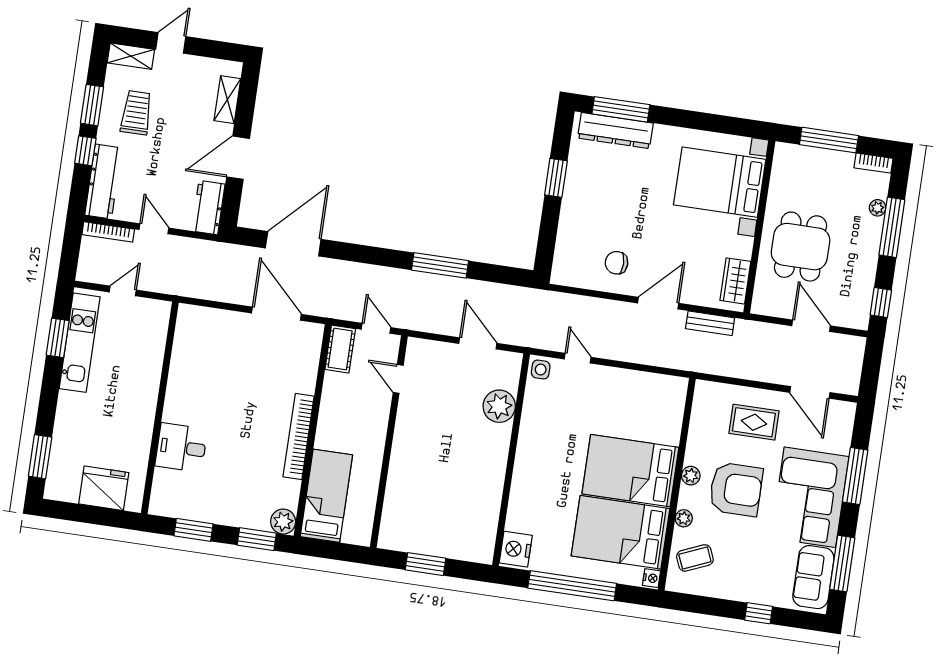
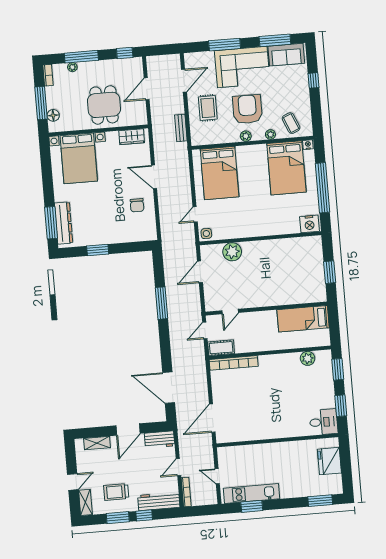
door: (171, 43) -> (73, 482), swing flipped
floor lamp: (803, 156) -> (53, 115), added
door: (238, 158) -> (128, 430), hinge flipped
dining table: (801, 247) -> (104, 105), turned 90
door: (276, 314) -> (212, 418), moved
bench: (710, 323) -> (181, 128), moved
bookcase: (299, 436) -> (234, 363), moved
desk: (181, 448) -> (324, 422), moved, turned -90
bed: (630, 471) -> (220, 173), moved
bed: (326, 496) -> (303, 319), moved
plant: (283, 522) -> (308, 358), moved

